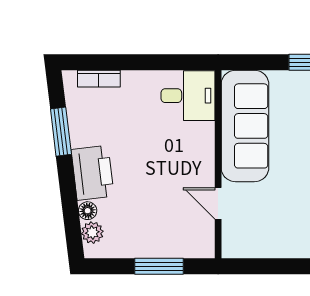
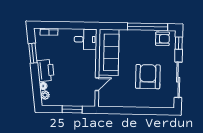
door: (218, 203) -> (97, 84), swing flipped

